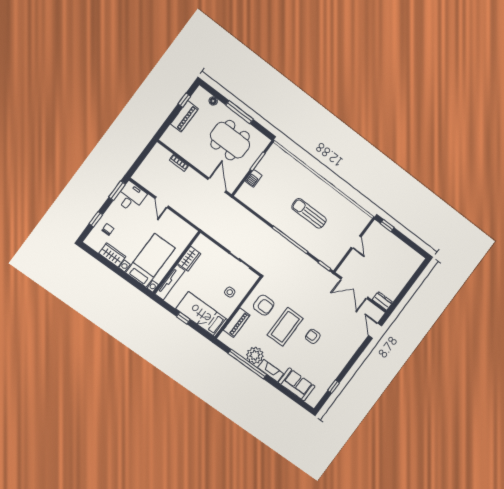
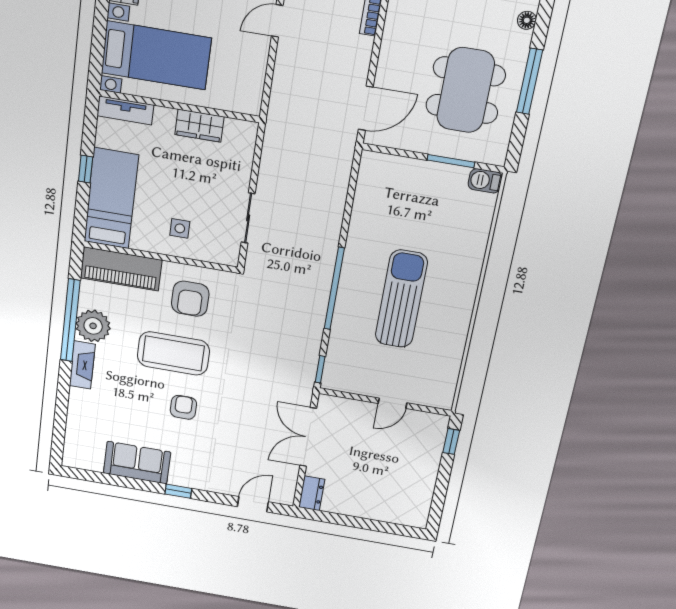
barbecue: (253, 178) -> (485, 181), moved
sun lounger: (309, 213) -> (401, 299), width x1.36, depth x1.34
tv unit: (170, 282) -> (125, 110), width x0.71
piano: (237, 323) -> (121, 269), width x1.37, depth x1.33
sofa: (297, 384) -> (137, 463), moved, turned -90
window: (334, 387) -> (178, 491), moved

